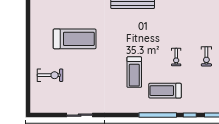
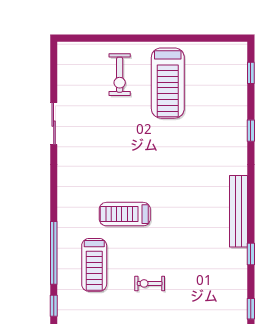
treadmill: (75, 39) -> (168, 83), moved
treadmill: (165, 91) -> (94, 265), turned 180

